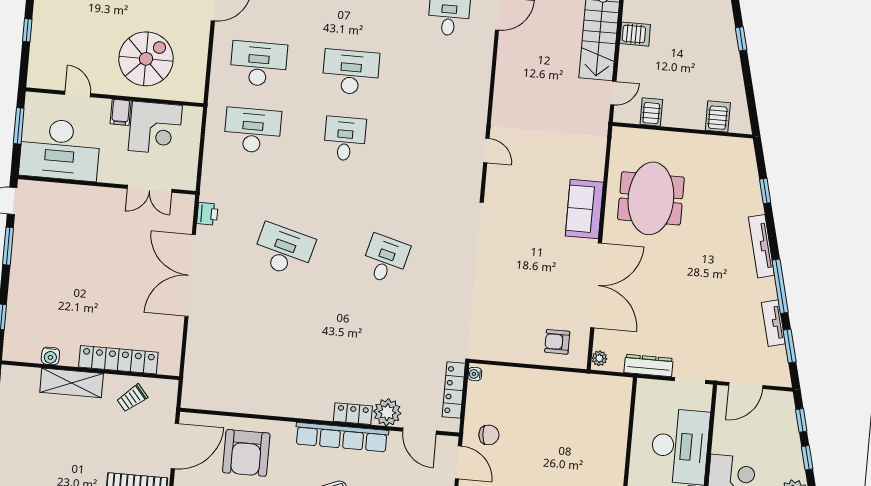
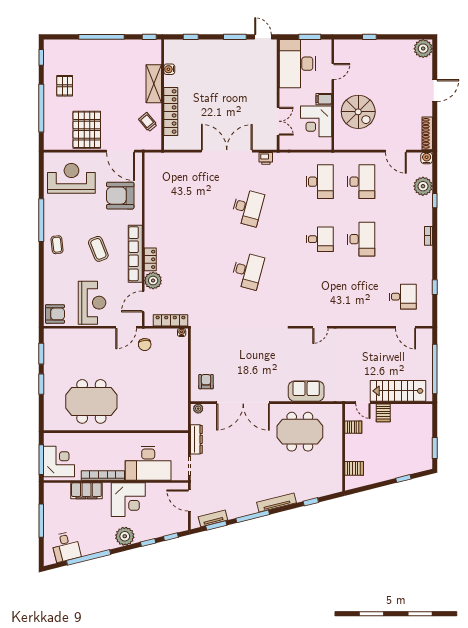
server rack: (635, 34) -> (383, 413), moved
double door: (150, 189) -> (278, 121), swing flipped
sofa: (584, 209) -> (306, 391), moved
desk: (385, 259) -> (248, 271), width x1.37
tv unit: (773, 323) -> (213, 518), moved

